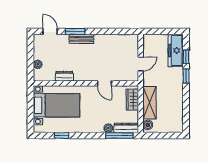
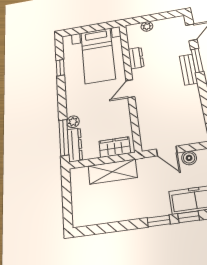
door: (104, 83) -> (130, 89), moved
boiler: (148, 125) -> (189, 158), moved

